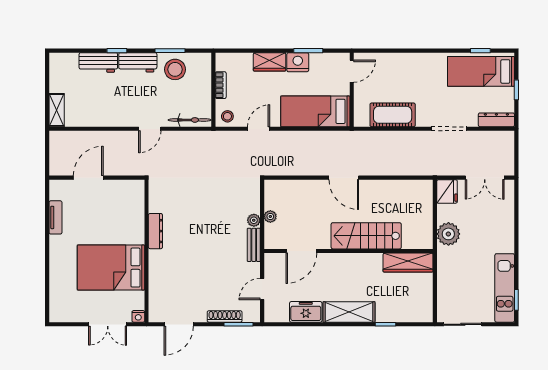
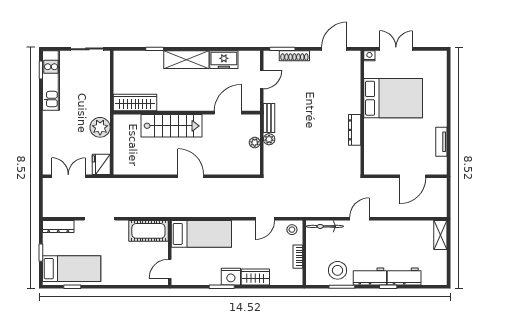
door: (352, 71) -> (170, 269), moved
wall: (352, 90) -> (170, 253), moved
bed: (315, 111) -> (201, 234), moved

